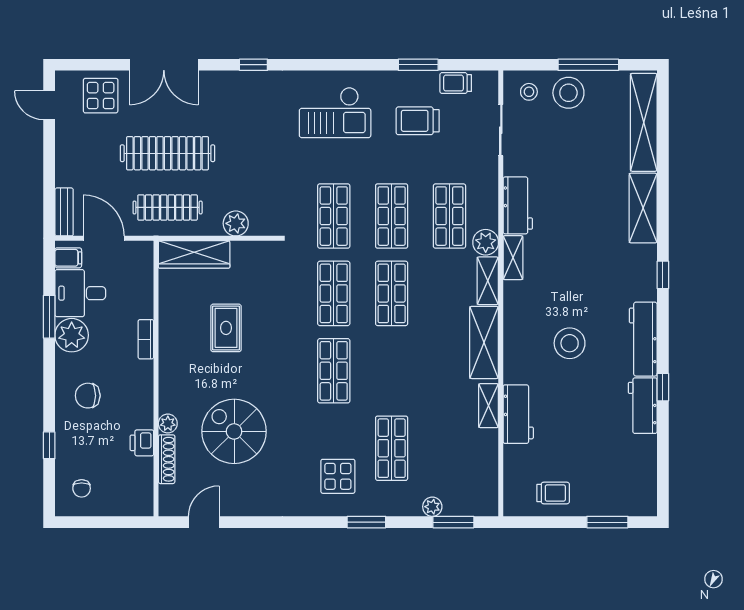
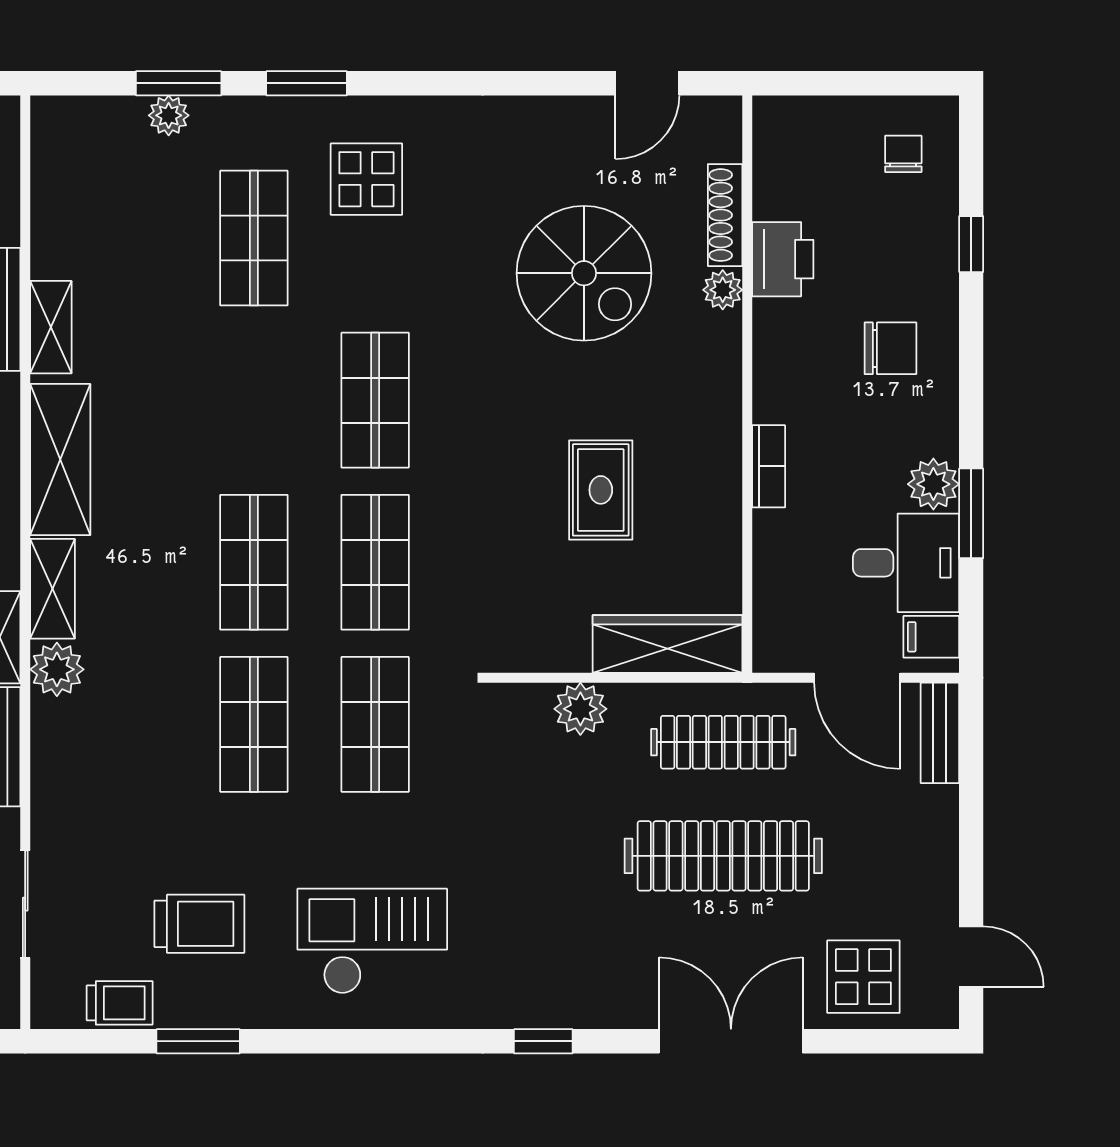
shop shelf: (449, 216) -> (133, 724), removed
plant: (72, 335) -> (933, 484), width x0.73, depth x0.73
printer: (142, 443) -> (783, 259), width x1.36, depth x1.24
window: (453, 522) -> (179, 83), moved

